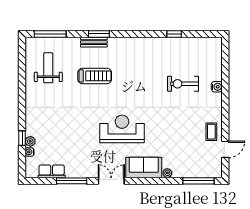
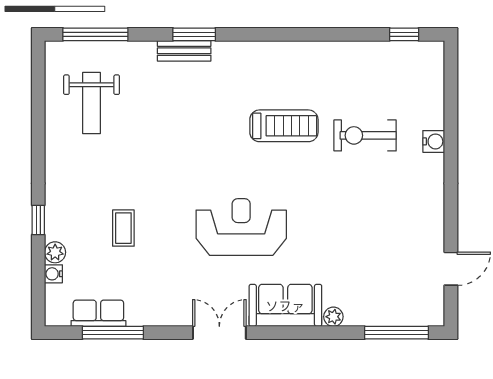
window: (174, 34) -> (404, 34), moved
weight bench: (48, 68) -> (92, 103), turned 180
treadmill: (95, 76) -> (284, 126), moved
coffee table: (211, 132) -> (123, 228), moved
window: (22, 138) -> (38, 220), moved
window: (72, 181) -> (113, 333), moved

